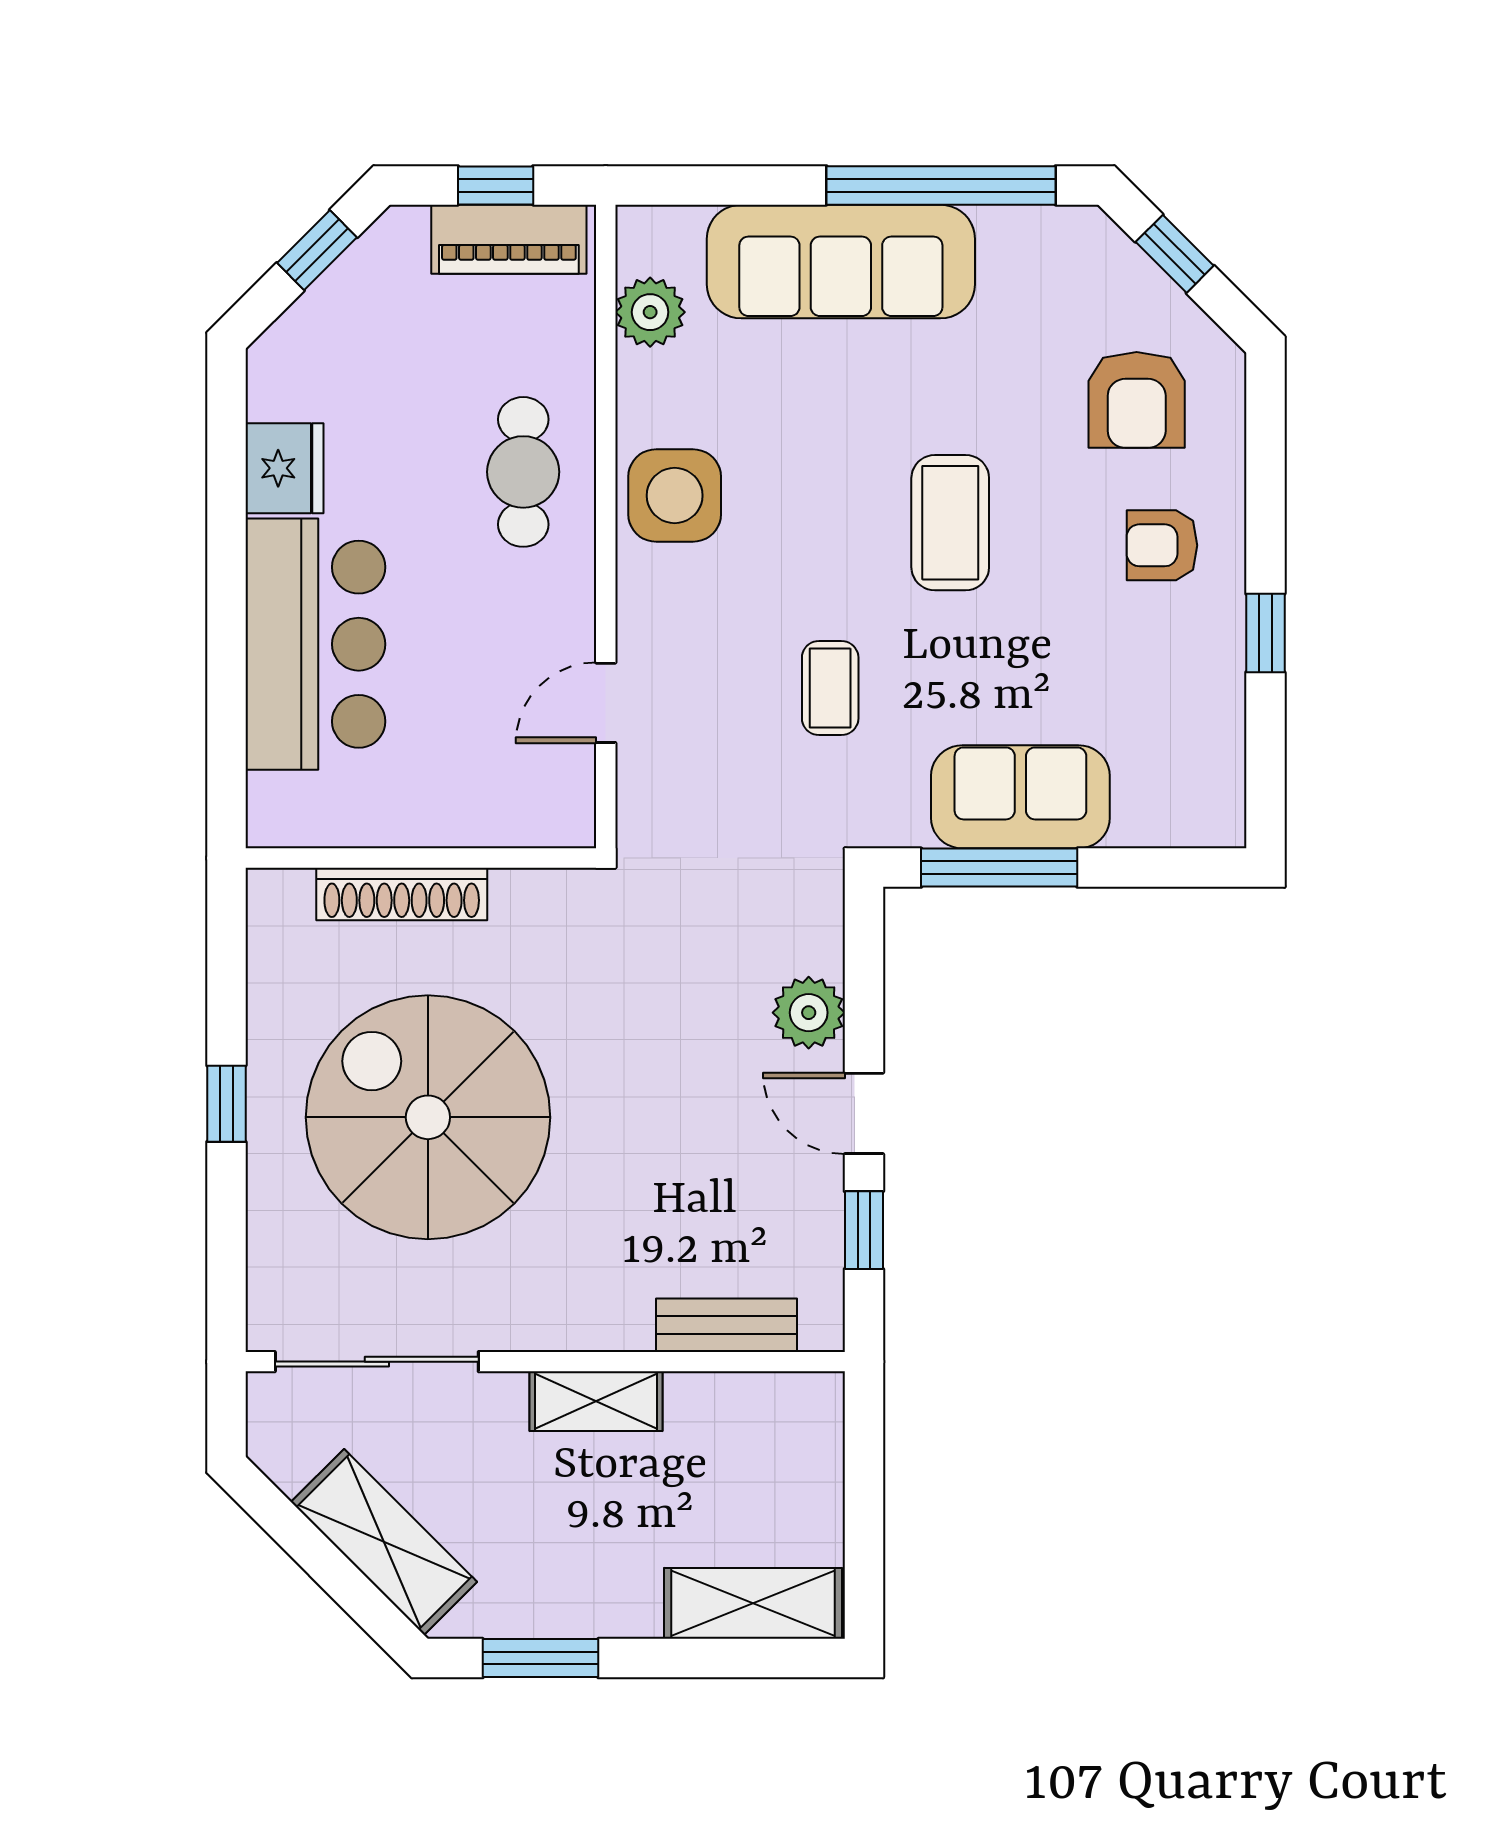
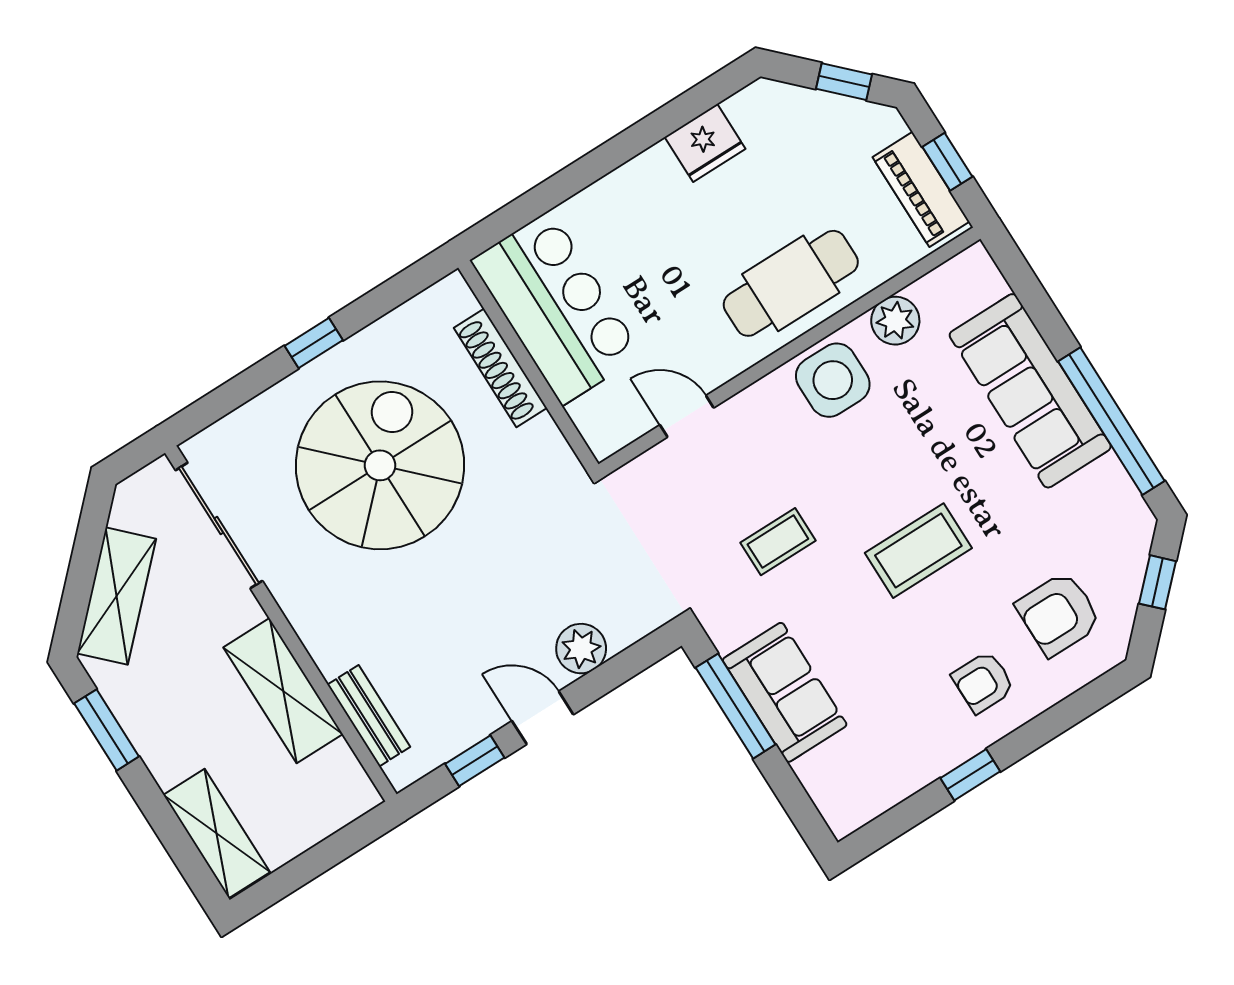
plant: (650, 312) -> (895, 321), moved
cafe table: (523, 472) -> (791, 283), width x1.37, depth x1.35
armchair: (1162, 545) -> (983, 682), turned -90
bar counter: (315, 644) -> (556, 308), moved, turned -90
door: (864, 1113) -> (543, 718), hinge flipped
shelving: (596, 1401) -> (283, 691), width x1.50, depth x1.33

